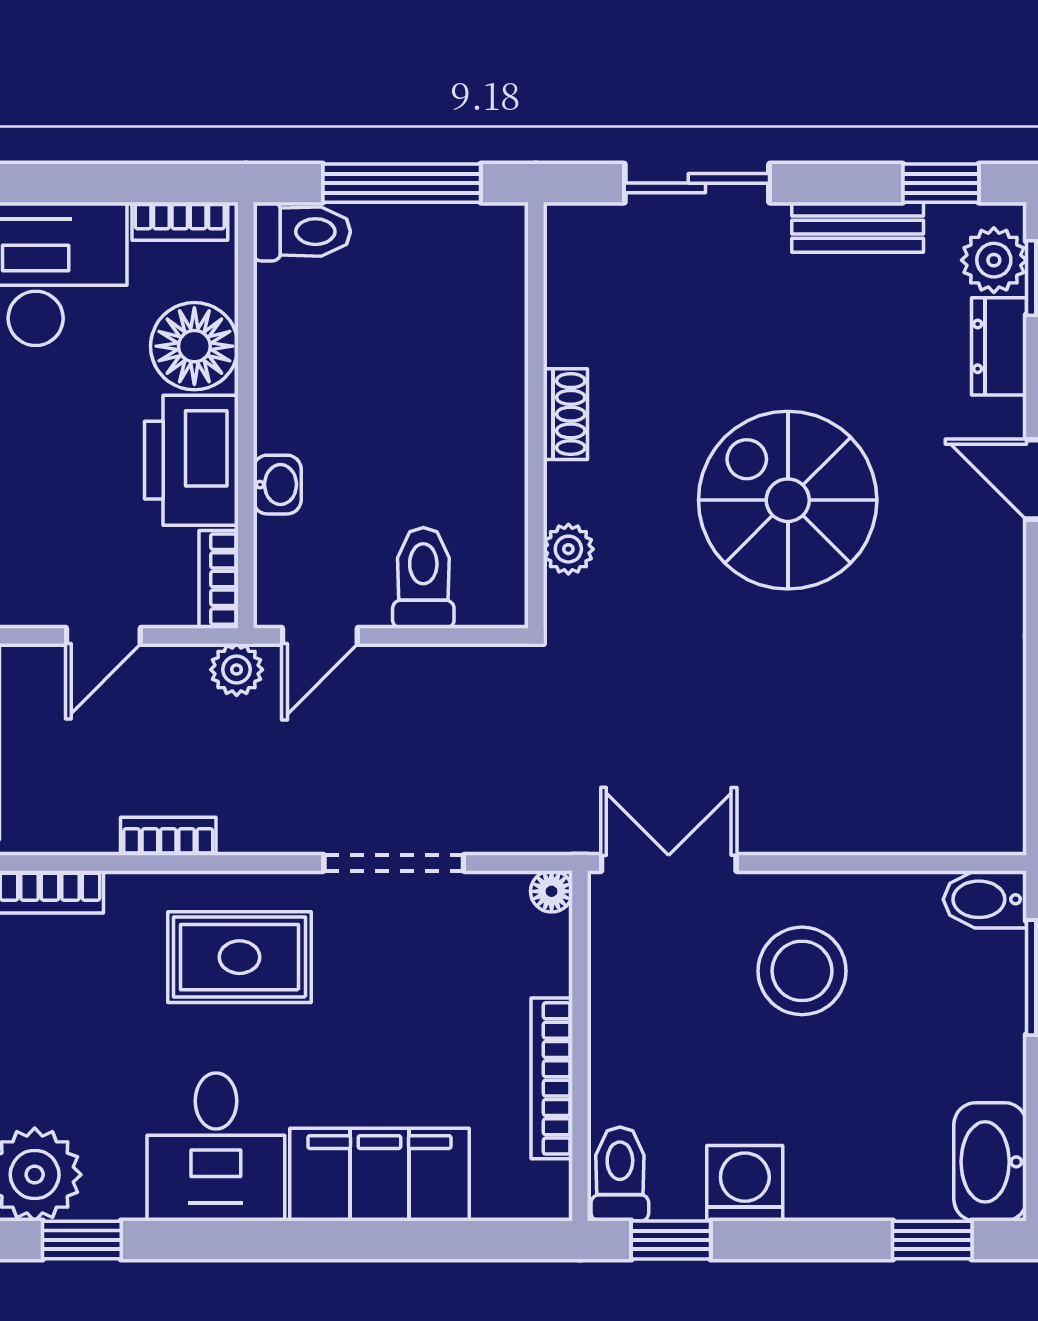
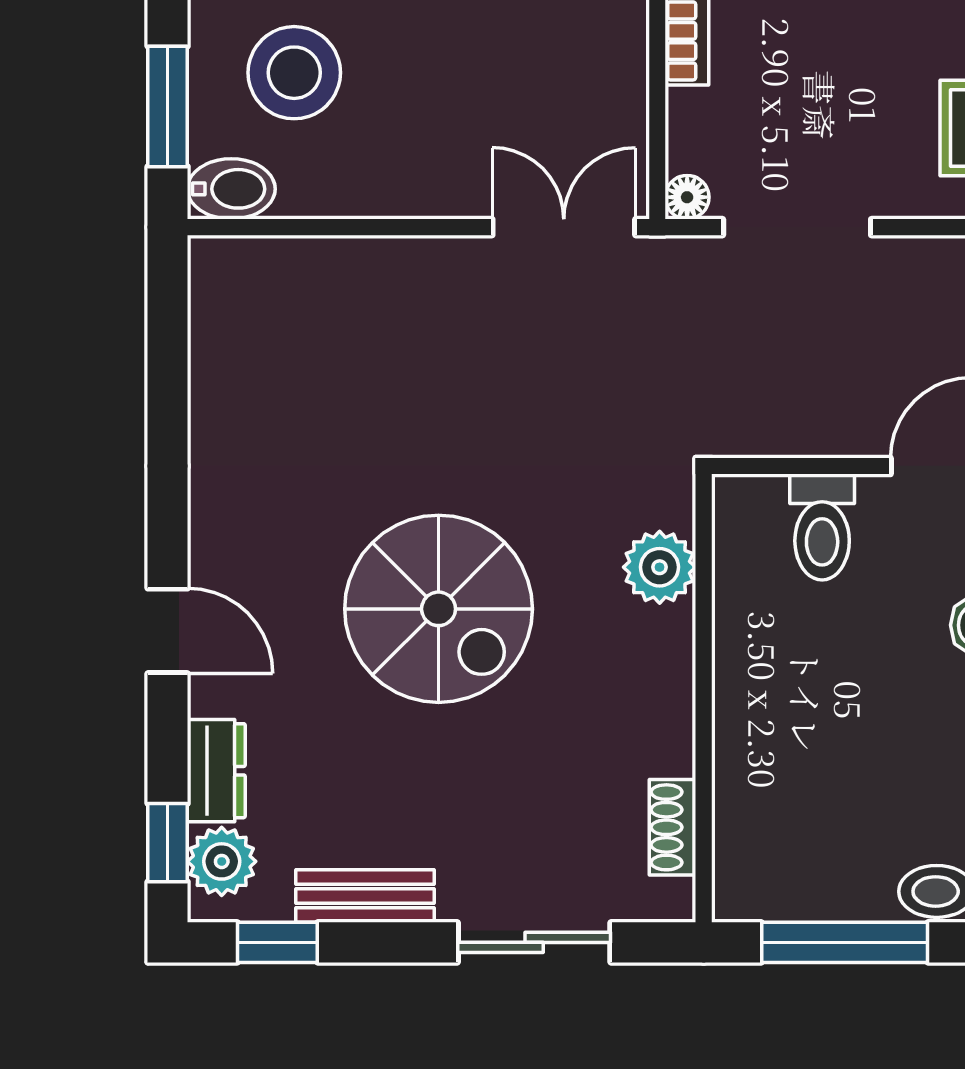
shoe rack: (565, 414) -> (672, 827), moved
plant: (568, 549) -> (660, 567), width x1.38, depth x1.38
doorway: (394, 863) -> (797, 227), moved
double door: (669, 863) -> (564, 227), swing flipped
stool: (802, 971) -> (294, 73), moved

